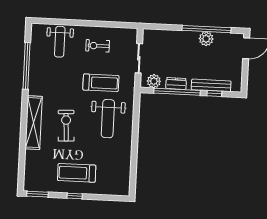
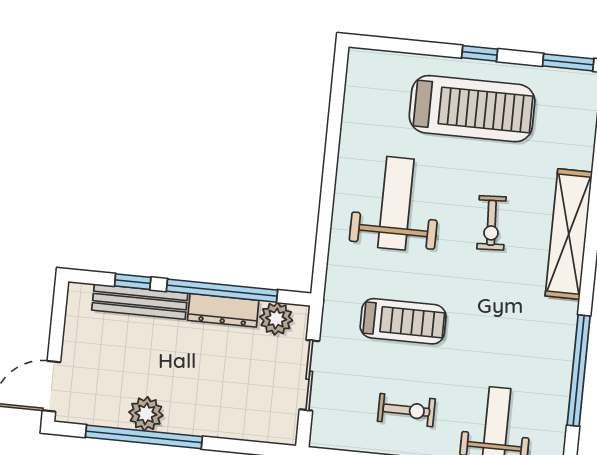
treadmill: (101, 83) -> (403, 321), turned 180
dresser: (176, 83) -> (223, 310), width x1.44
weight bench: (108, 119) -> (396, 203), moved
exercise bike: (66, 126) -> (491, 223), width x0.73, depth x0.72
treadmill: (77, 173) -> (472, 109), width x1.37, depth x1.38

